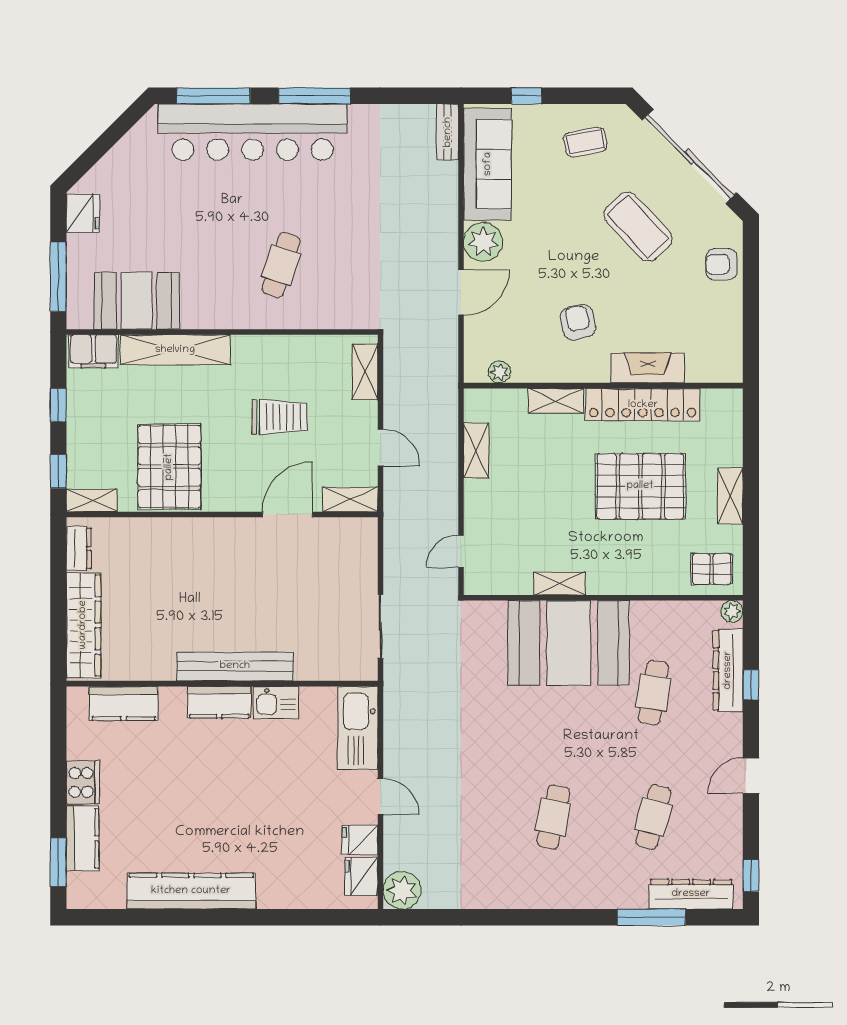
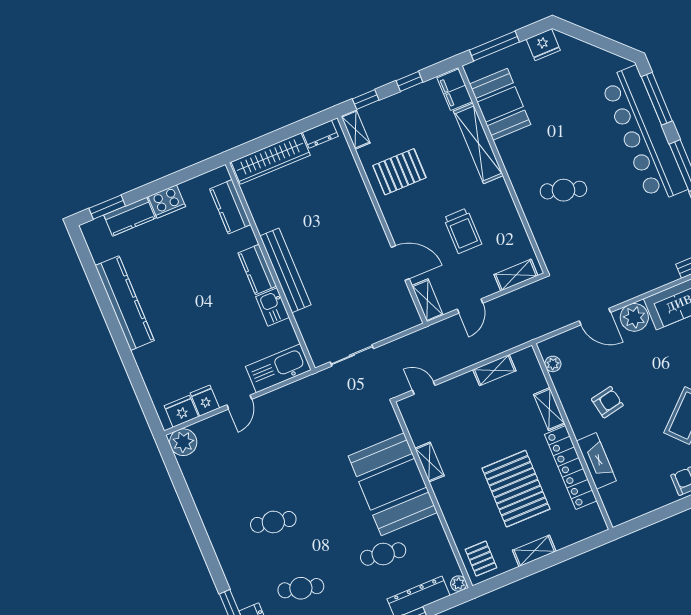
pallet: (169, 467) -> (399, 172), width x0.73, depth x0.71

